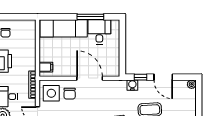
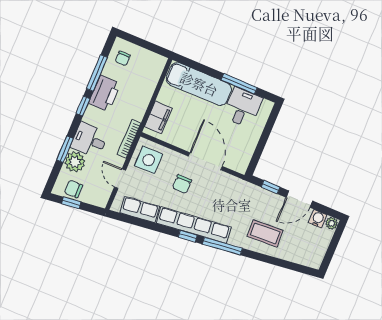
filing cabinet: (46, 67) -> (158, 117), width x2.00
door: (163, 77) -> (299, 199), hinge flipped
water cooler: (132, 85) -> (318, 219), moved
chair: (70, 94) -> (182, 184), moved

